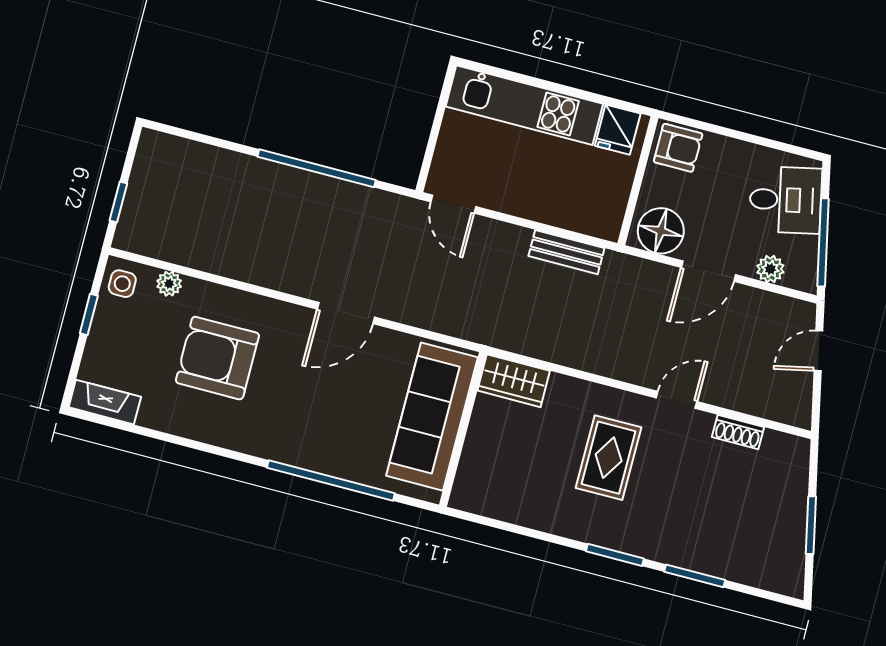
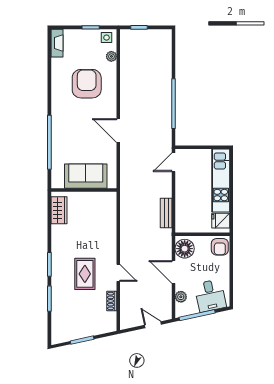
wardrobe: (514, 381) -> (59, 210), moved, turned 180
sofa: (432, 417) -> (86, 176), width x0.73
rug: (609, 458) -> (85, 274), moved, turned 90

